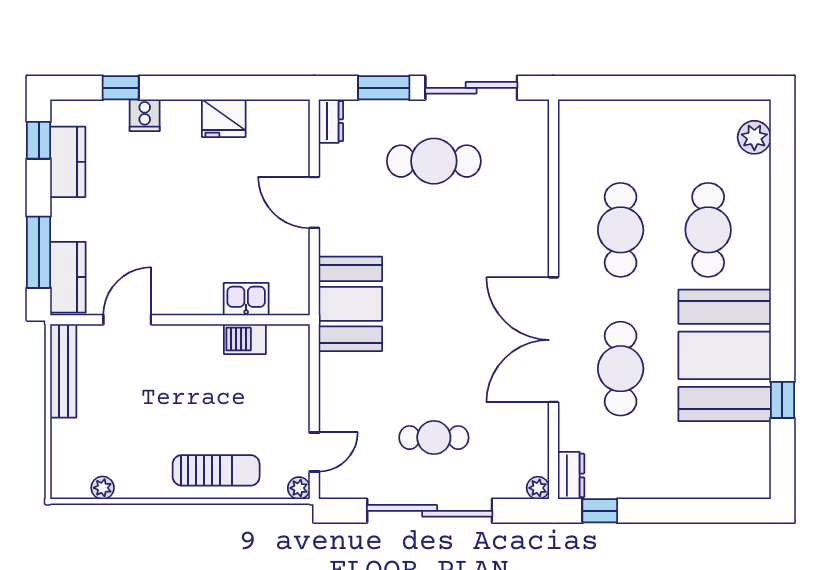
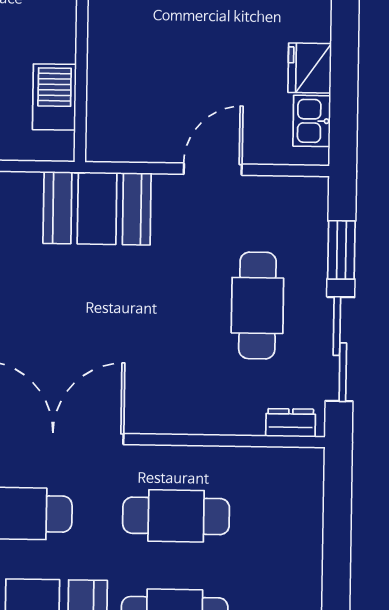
dresser: (331, 121) -> (291, 423), moved, turned 180
kitchen sink: (246, 299) -> (312, 121), moved, turned 180
barbecue: (245, 339) -> (54, 97), width x1.38, depth x1.27

